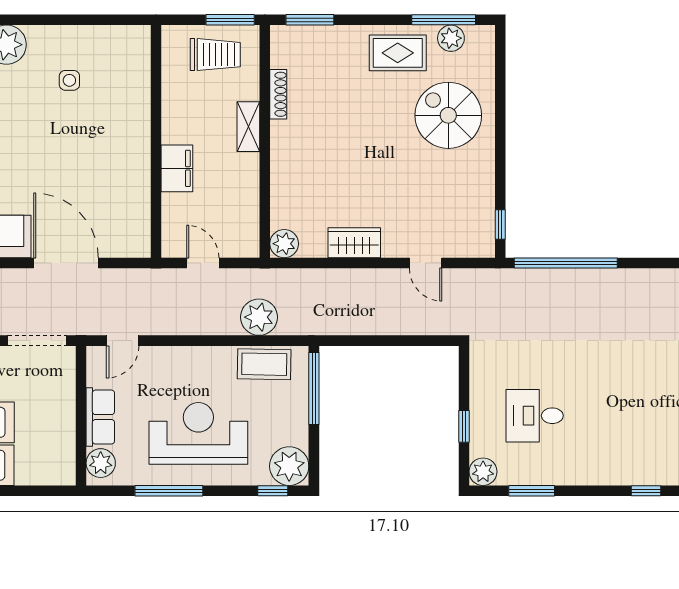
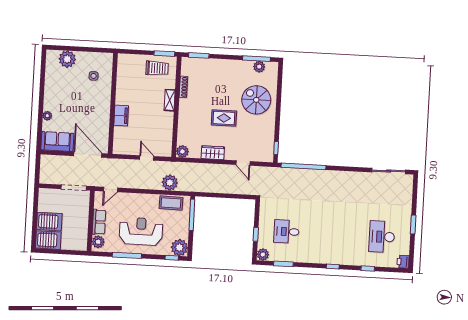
rug: (398, 53) -> (224, 118), moved
wall: (156, 141) -> (113, 103), moved
filing cabinet: (177, 168) -> (121, 116), moved

